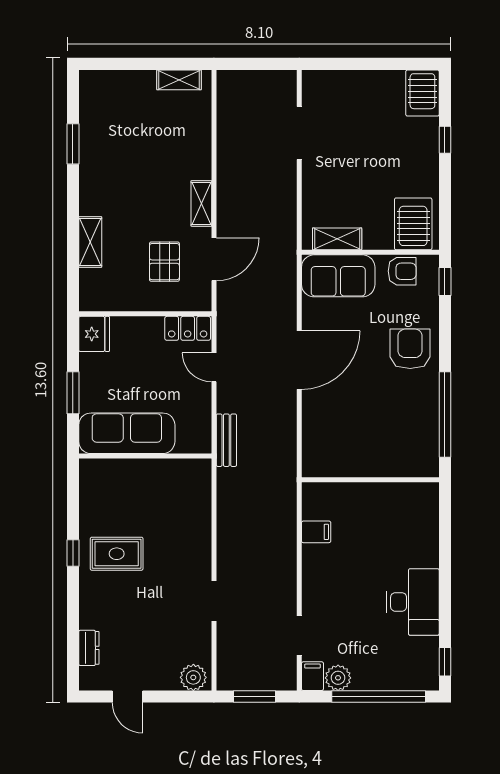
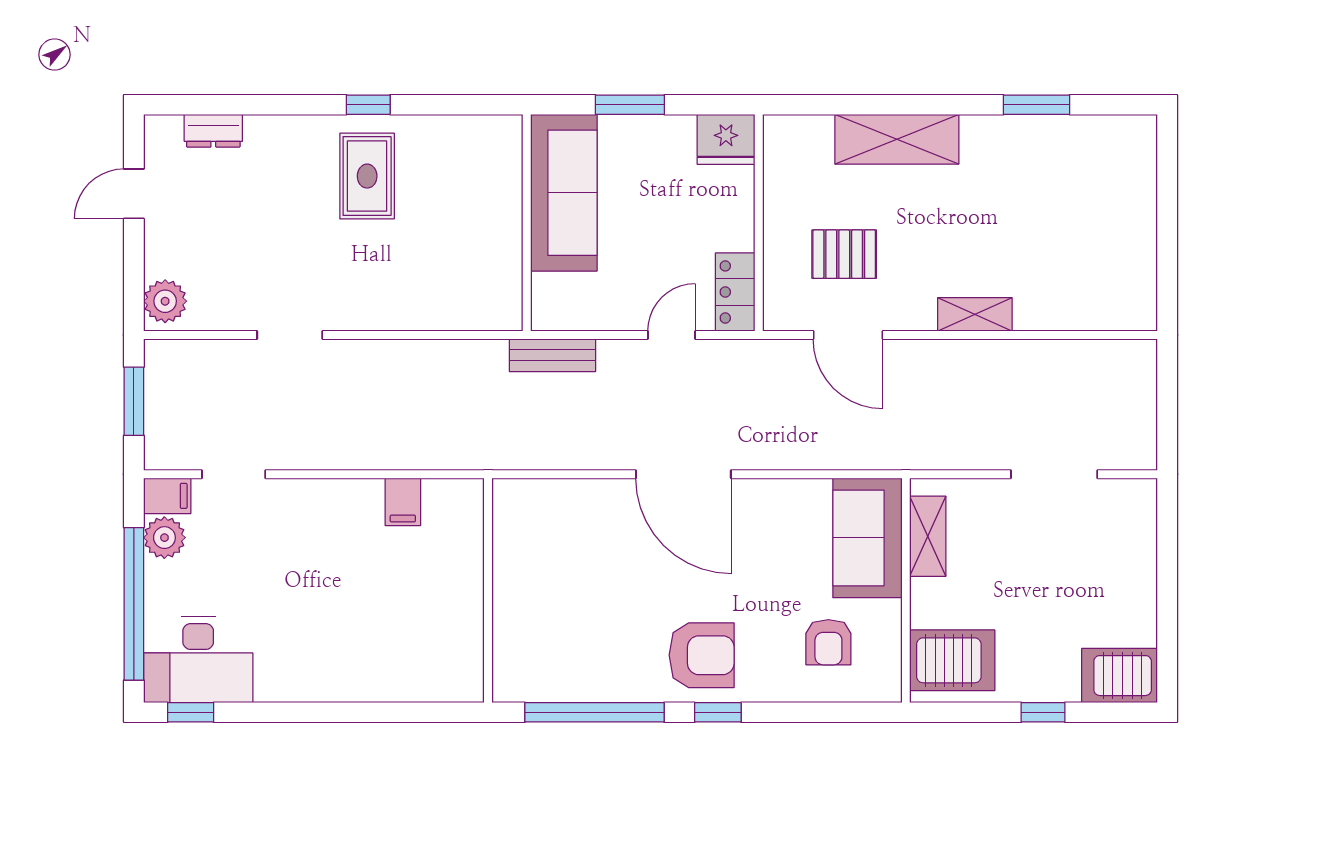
shelving: (179, 80) -> (1141, 278), removed
shelving: (201, 203) -> (975, 314), moved
server rack: (413, 224) -> (952, 660), moved
shelving: (337, 239) -> (928, 536), moved
shelving: (90, 242) -> (897, 139), width x1.50, depth x1.33
wall: (370, 252) -> (906, 590), moved
sofa: (338, 276) -> (867, 538), moved
window: (445, 282) -> (718, 712), moved
desk: (413, 602) -> (198, 660), moved

